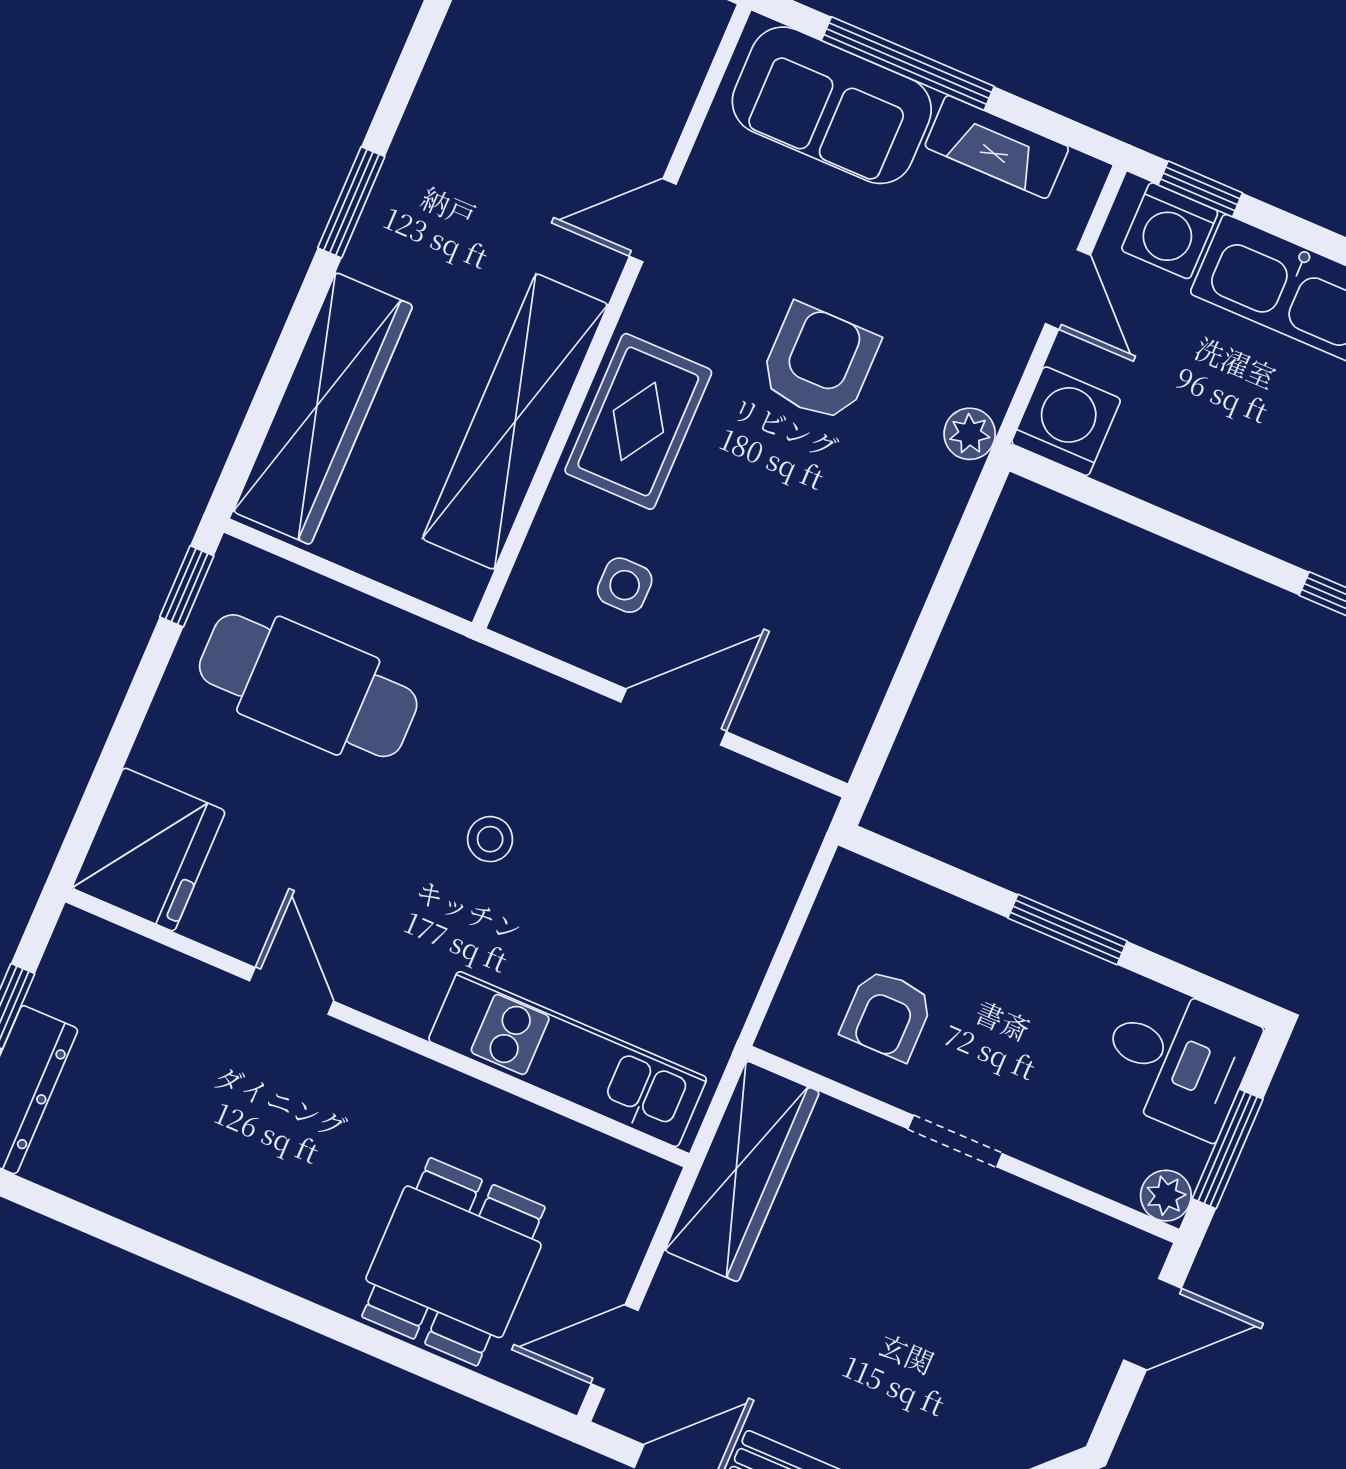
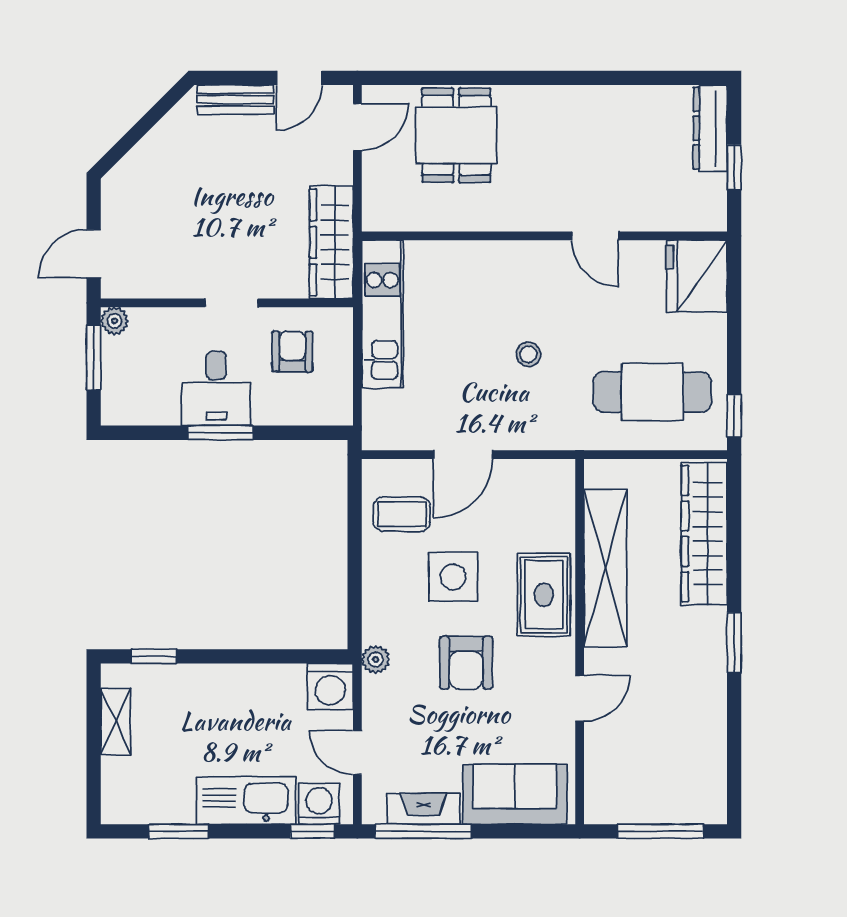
window: (908, 63) -> (423, 831), moved
side table: (625, 585) -> (453, 577), moved, width x1.87, depth x1.87
coffee table: (820, 661) -> (402, 514), added
kitchen unit: (568, 1059) -> (383, 314), moved, turned -90
desk: (1177, 1060) -> (216, 388), moved, turned -90

